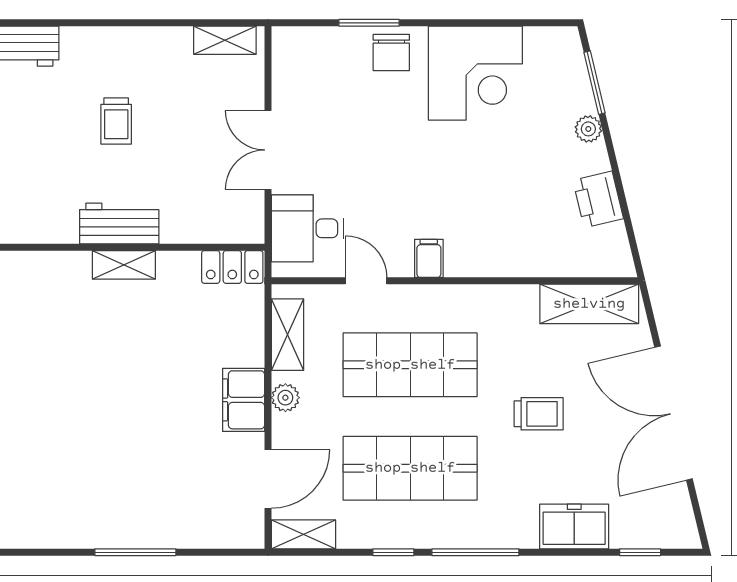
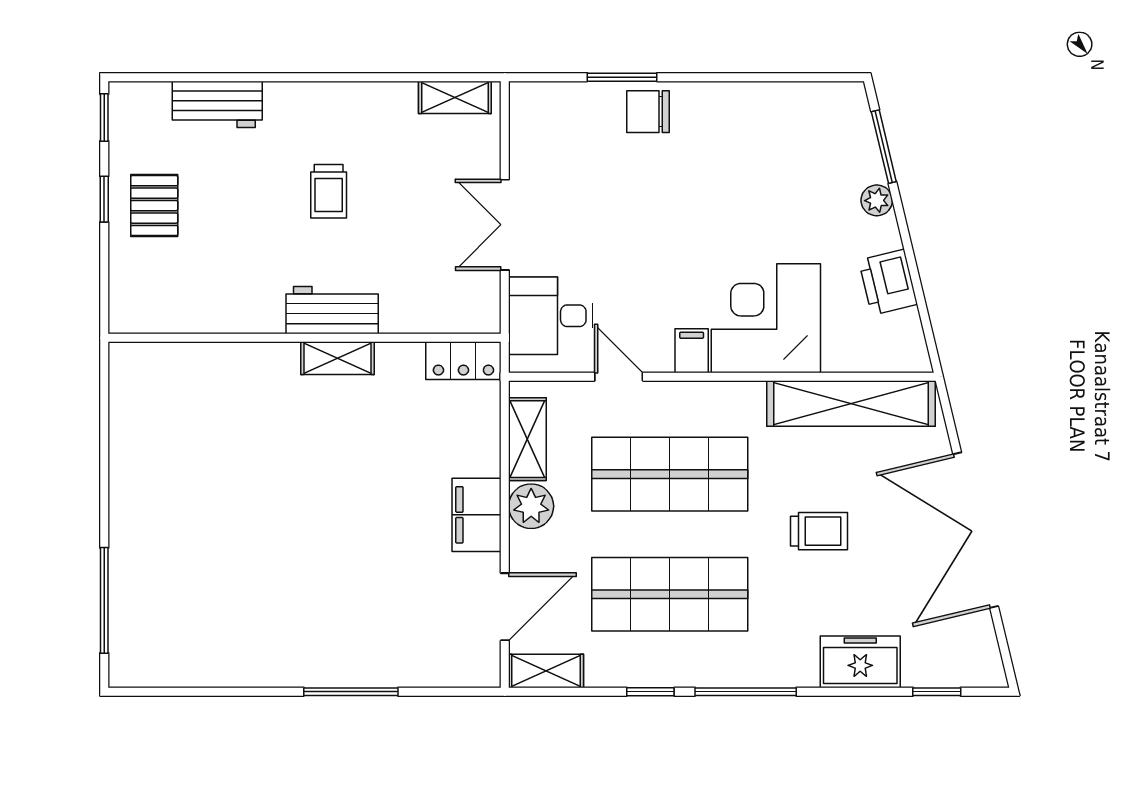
chair: (391, 52) -> (648, 112), turned 90
corner desk: (475, 73) -> (766, 318), moved, turned 180
shelving: (589, 304) -> (851, 403), width x1.47
plant: (285, 398) -> (531, 506), width x1.38, depth x1.38

